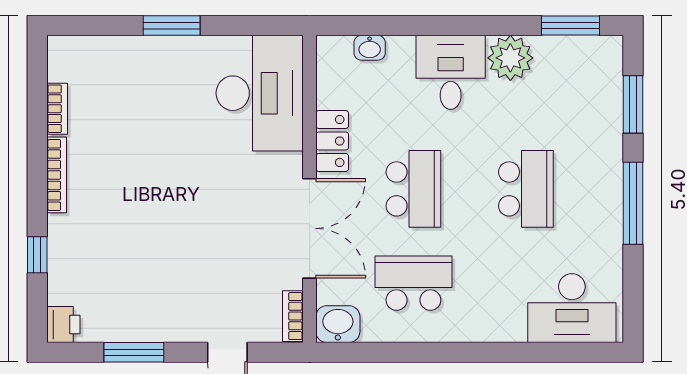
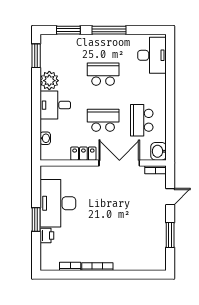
desk: (260, 93) -> (58, 203), moved, turned -90
window: (37, 255) -> (130, 275), removed
printer: (63, 325) -> (47, 236), moved, turned 90

